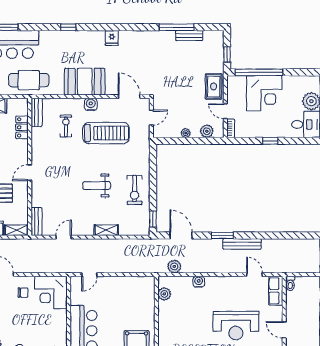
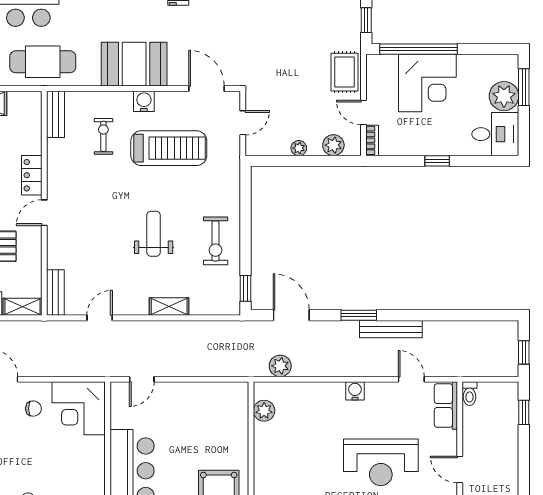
locker: (22, 127) -> (32, 175), moved
weight bench: (97, 185) -> (154, 234), turned 90
water cooler: (199, 282) -> (355, 391), moved

